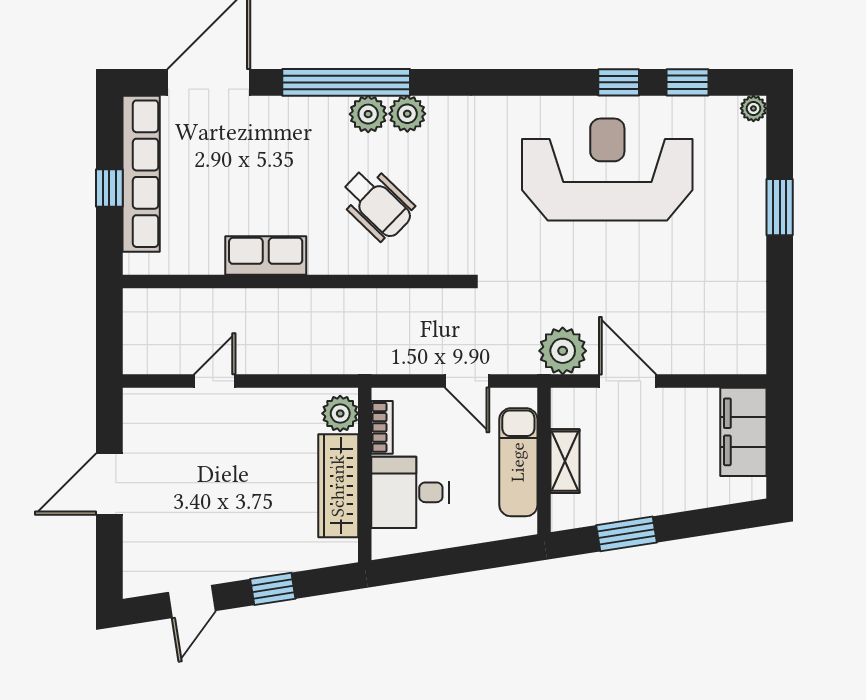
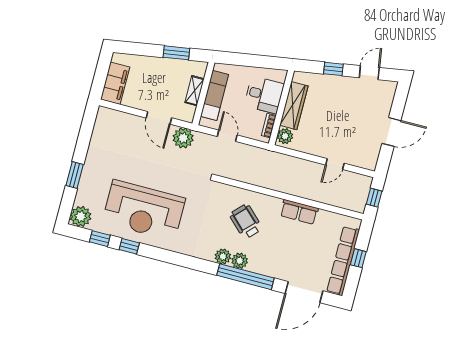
plant: (753, 108) -> (81, 216), width x1.87, depth x1.87
window: (109, 330) -> (374, 198), added

